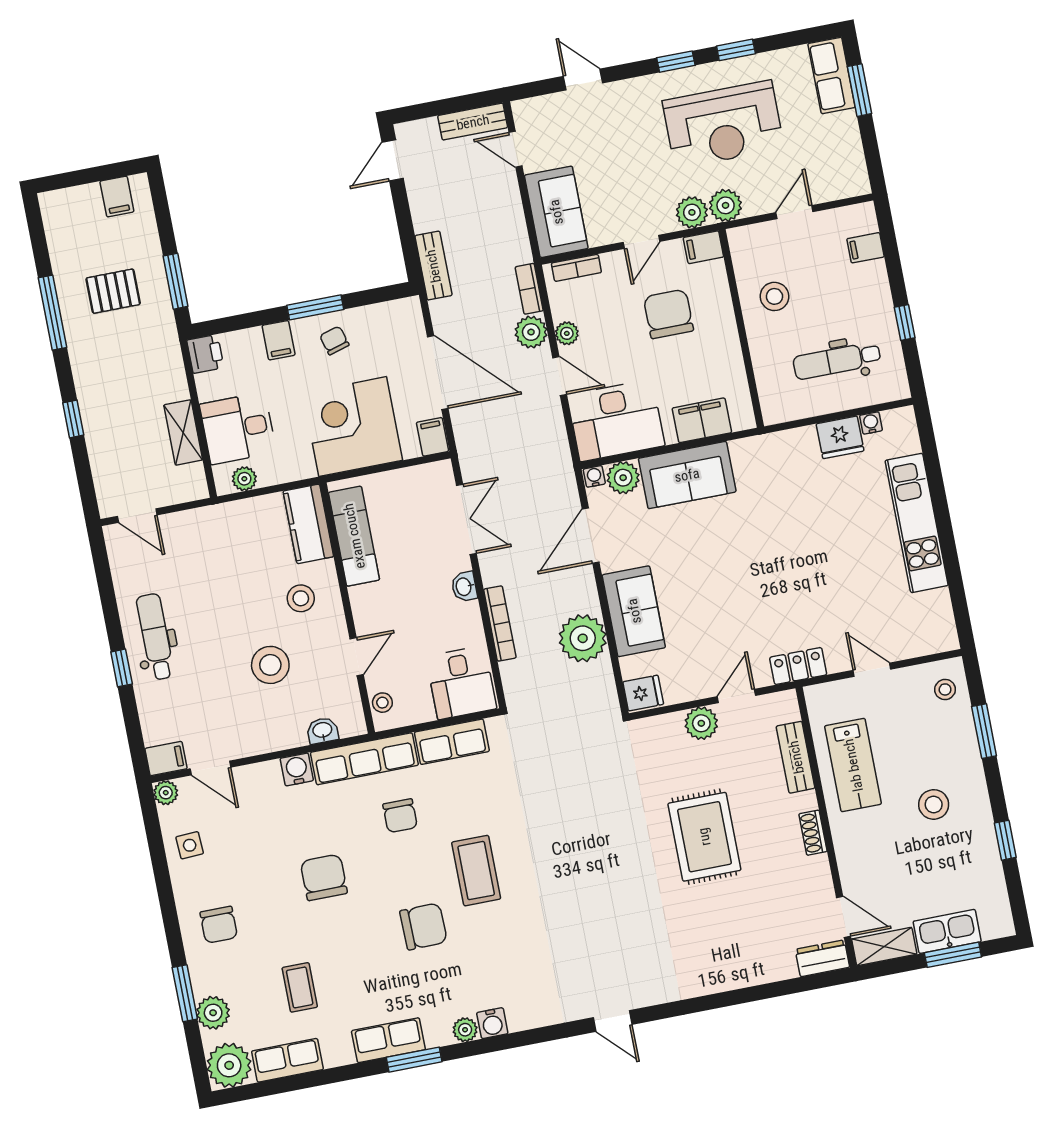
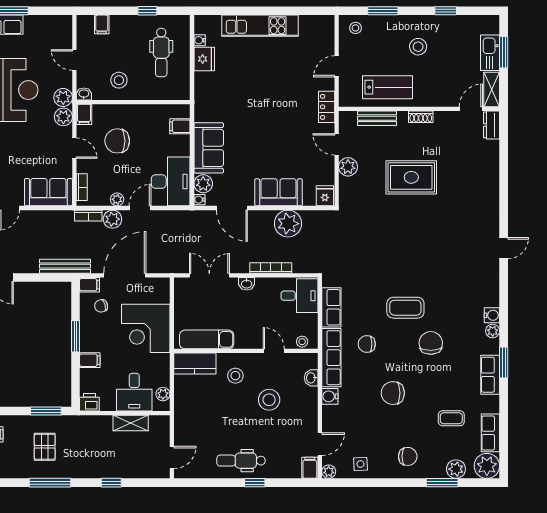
washbasin: (739, 240) -> (84, 94), added
bench: (433, 266) -> (65, 266), width x1.36
chair: (334, 340) -> (101, 306), moved
filing cabinet: (702, 420) -> (180, 126), width x0.50
filing cabinet: (433, 437) -> (90, 285), moved, turned 180
chair: (400, 816) -> (367, 344), turned 180

